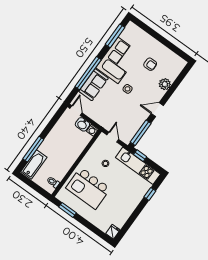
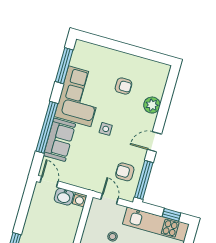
armchair: (130, 123) -> (125, 172), added
window: (140, 156) -> (172, 215), moved

